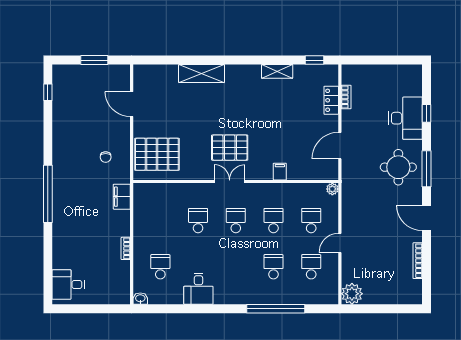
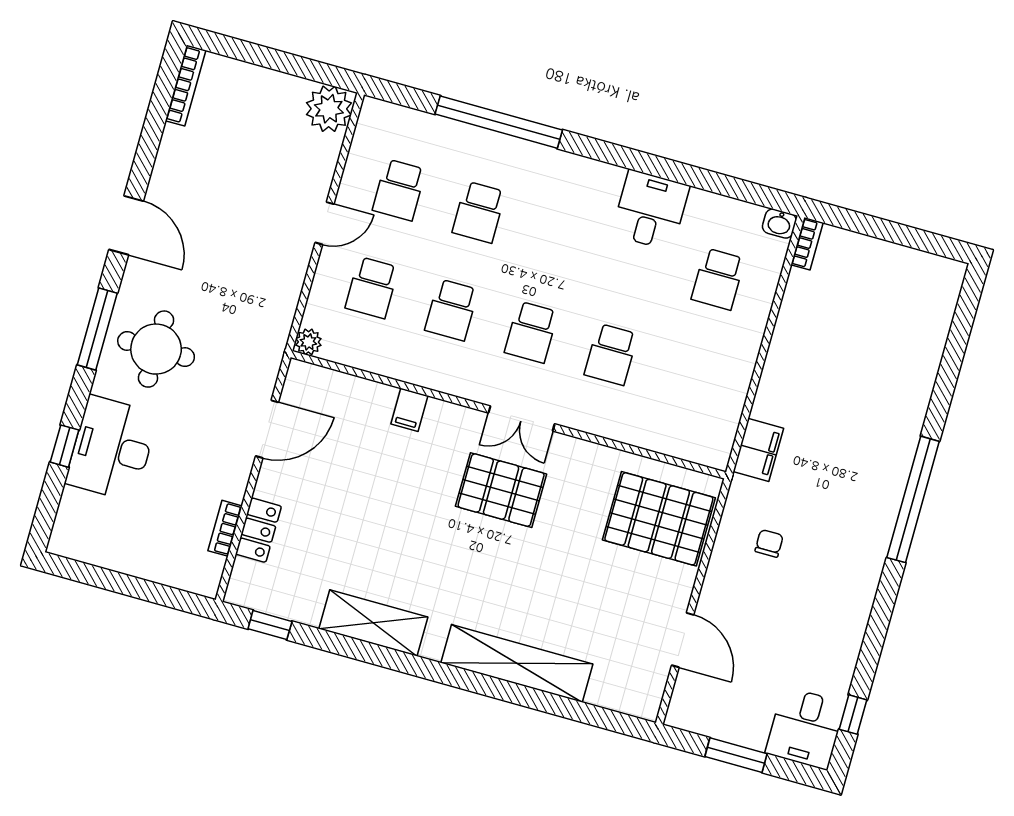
shelving: (277, 71) -> (373, 623), width x1.50, depth x1.33
shelving: (202, 74) -> (517, 663), width x1.47
bookcase: (126, 248) -> (807, 244), moved
bookcase: (418, 261) -> (186, 85), moved
desk: (68, 285) -> (805, 728), moved, turned 90

